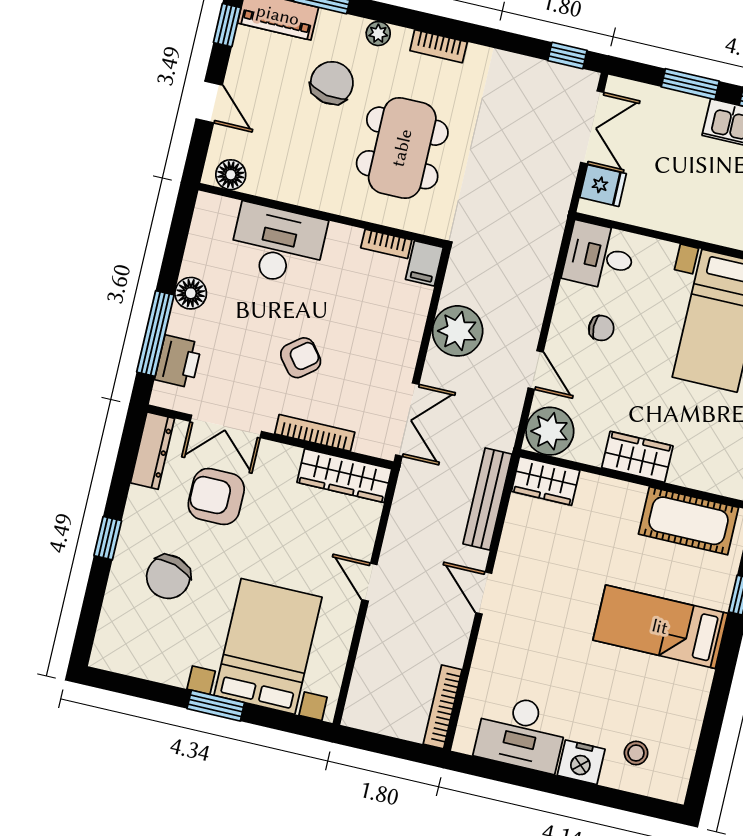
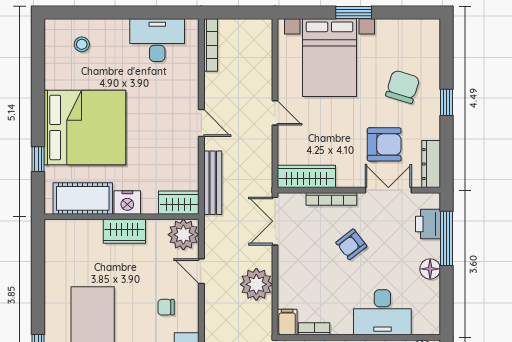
bed: (660, 627) -> (85, 128), width x2.04
nightstand: (581, 762) -> (127, 202), moved, turned 180

